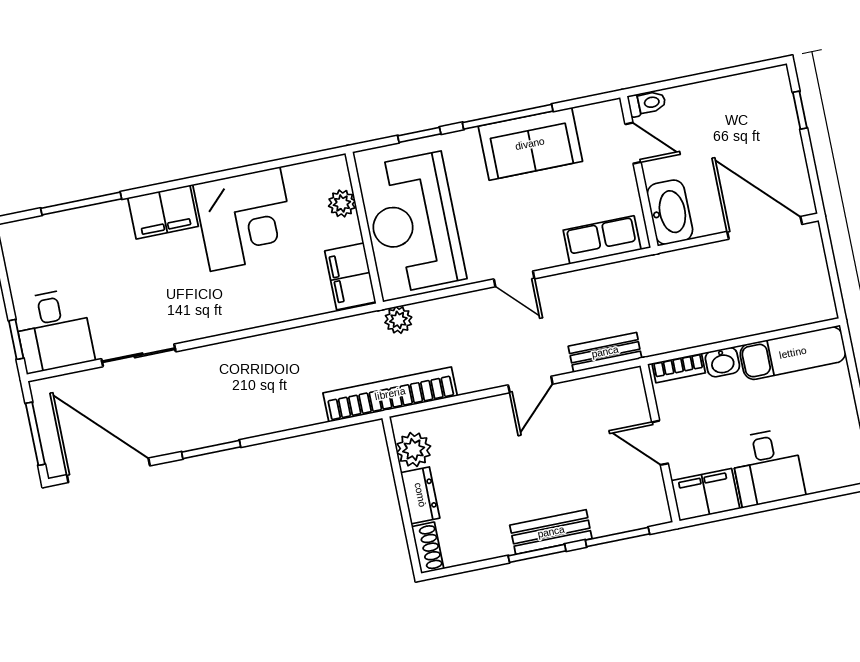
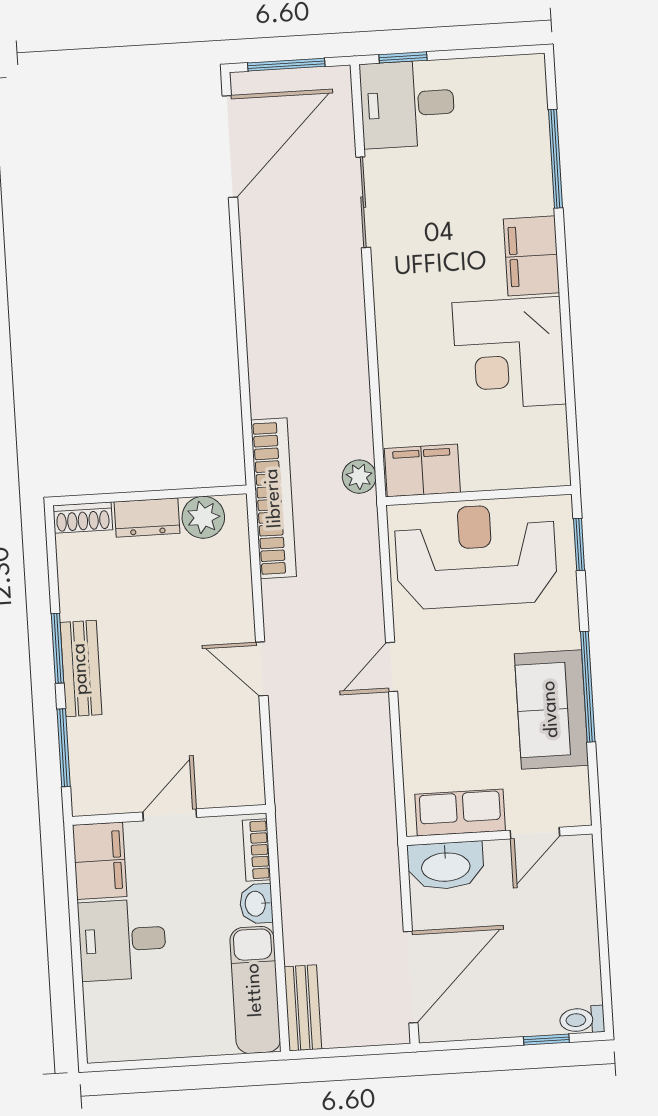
toilet: (647, 103) -> (582, 1020), moved, turned 90
window: (419, 135) -> (579, 544), moved
plant: (342, 203) -> (512, 473), removed
row of seats: (602, 240) -> (460, 812), moved, turned -90
plant: (398, 320) -> (359, 477), moved
bench: (605, 352) -> (303, 1008), moved
window: (211, 449) -> (238, 274), removed

